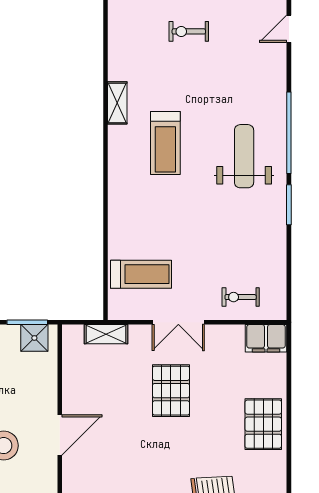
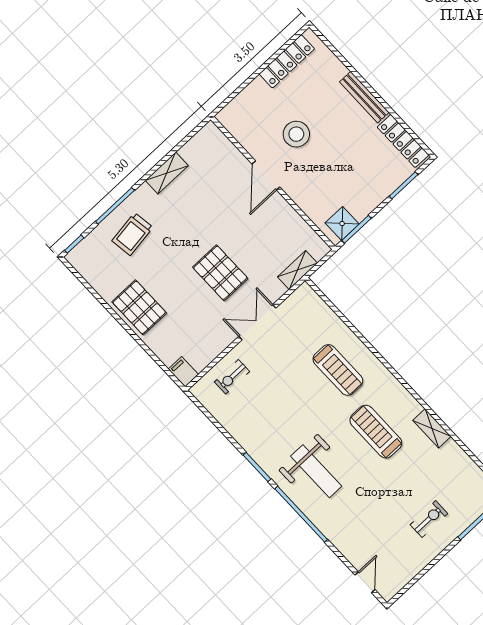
treadmill: (141, 274) -> (338, 370), moved, turned -90
exercise bike: (241, 297) -> (232, 377), turned 180
filing cabinet: (266, 338) -> (183, 372), width x0.50

